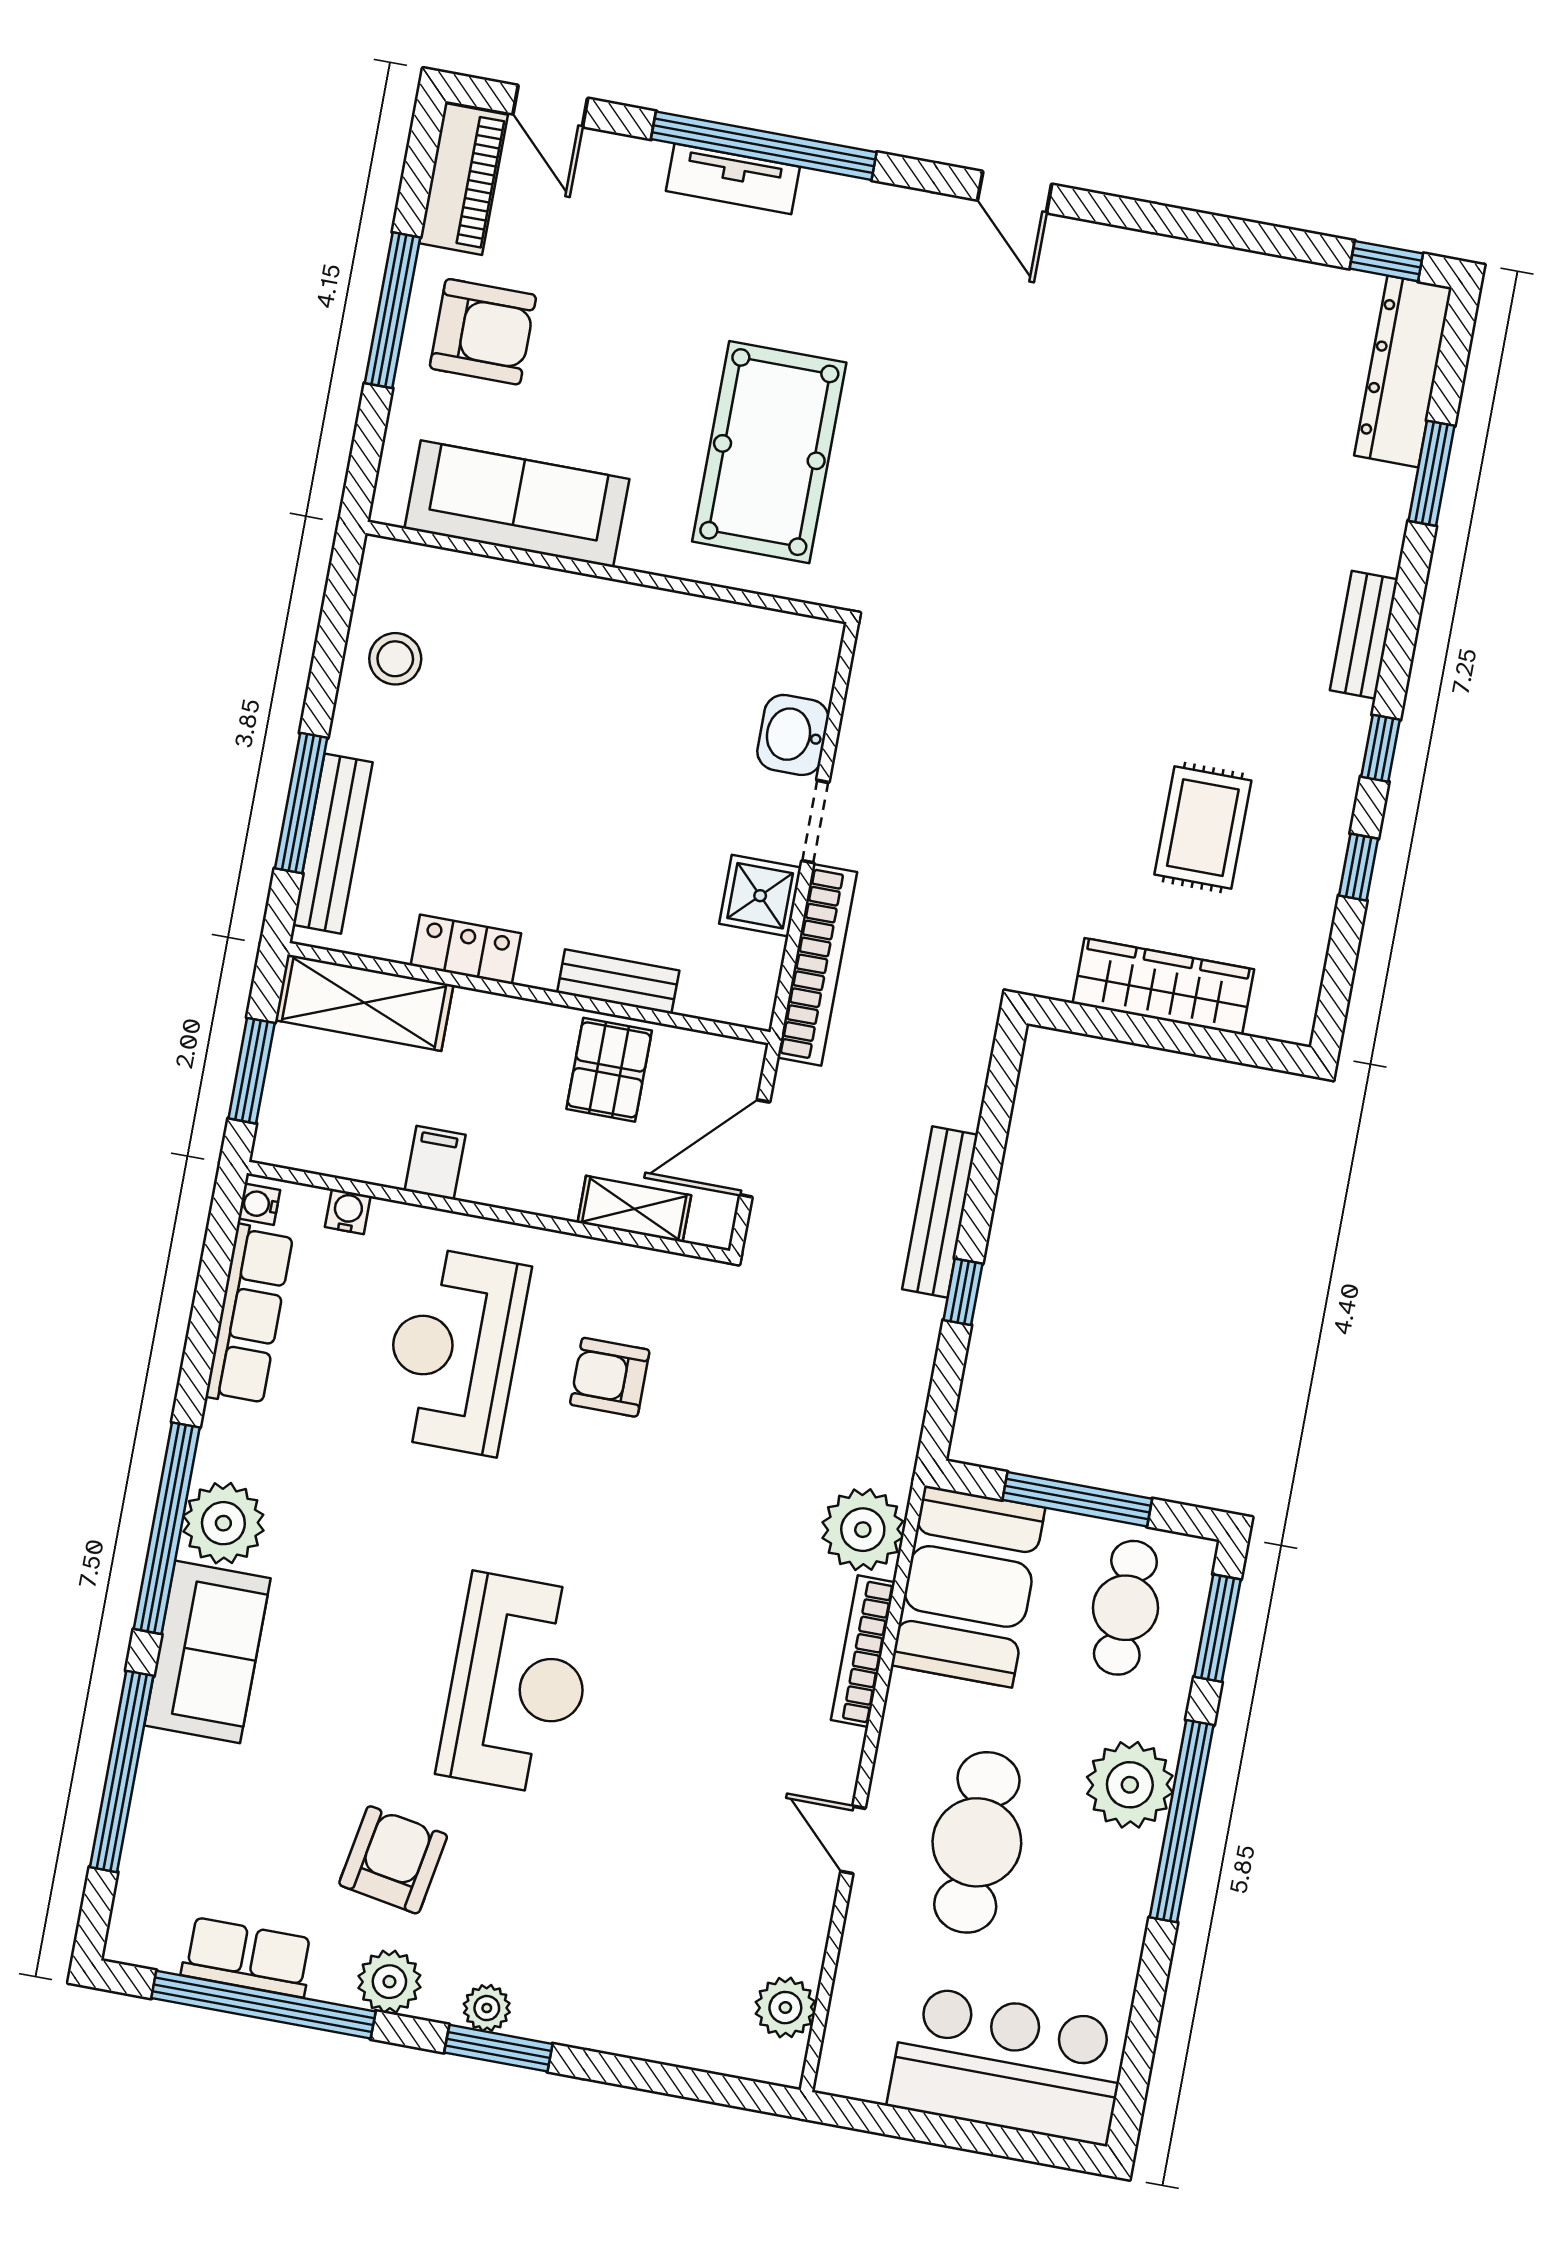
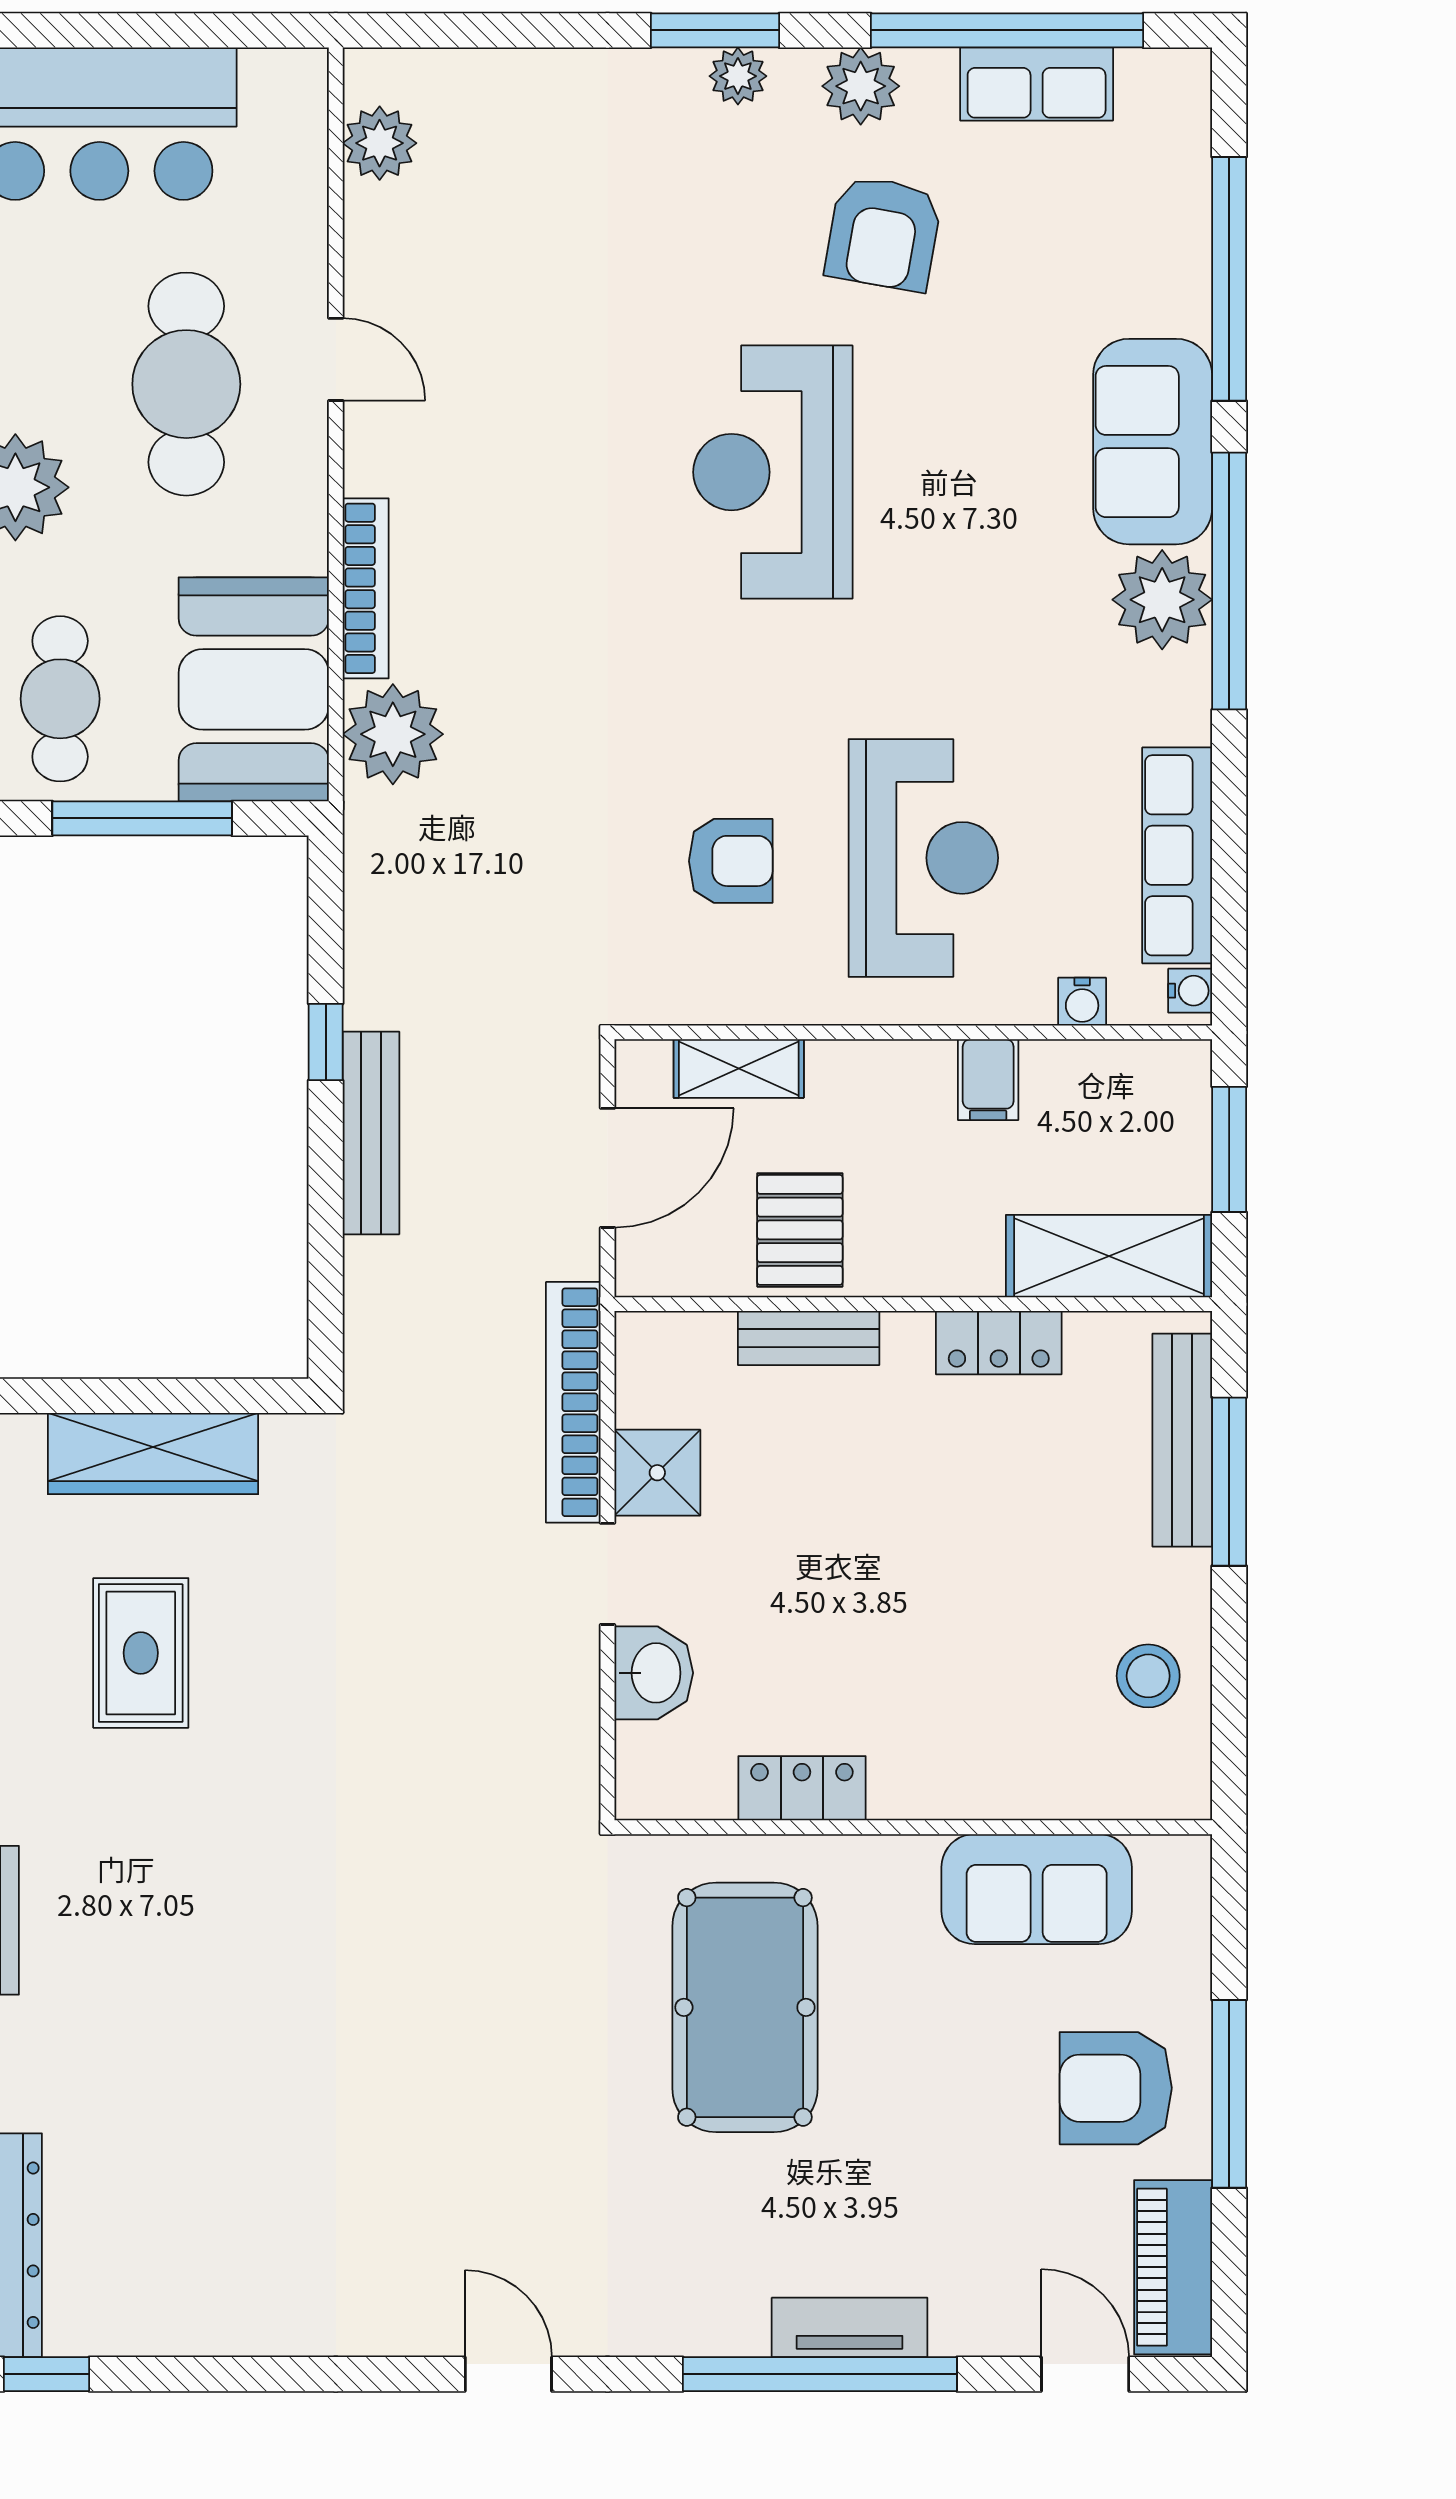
sofa: (517, 504) -> (1037, 1889), width x0.73
locker: (691, 620) -> (802, 1788), added

